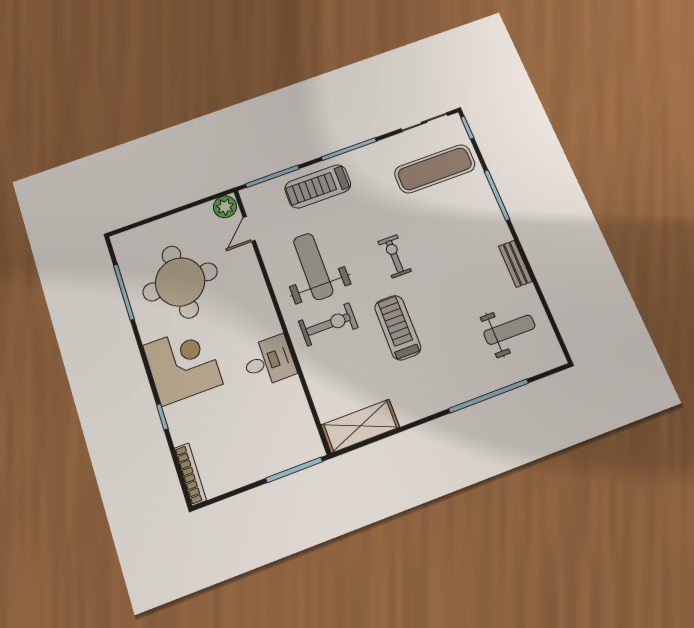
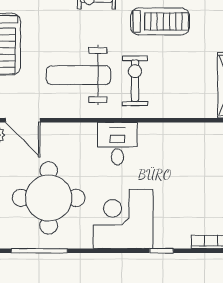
door: (249, 229) -> (23, 120), width x1.38
treadmill: (398, 328) -> (160, 21), turned 180
desk: (269, 361) -> (117, 144), moved

